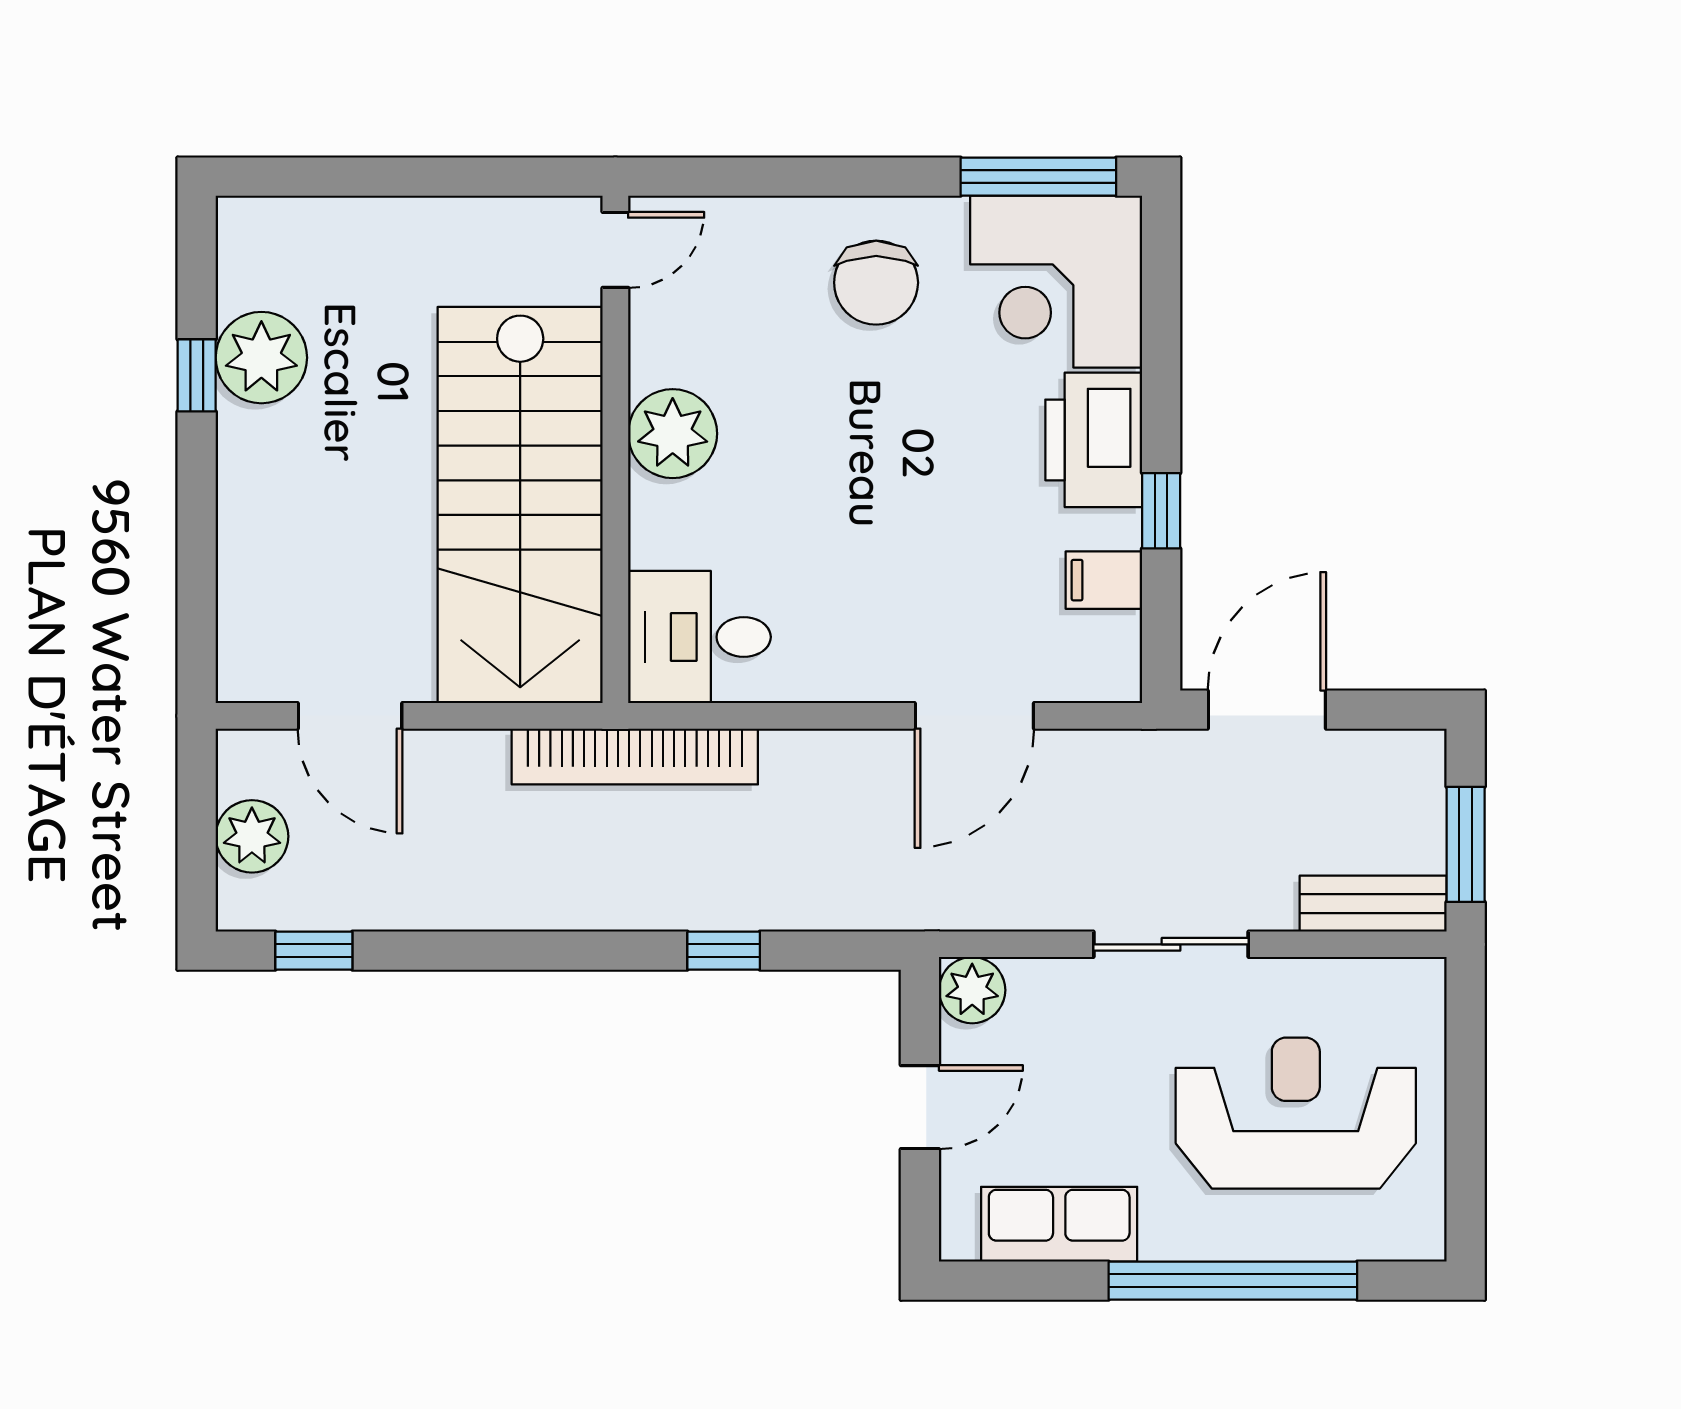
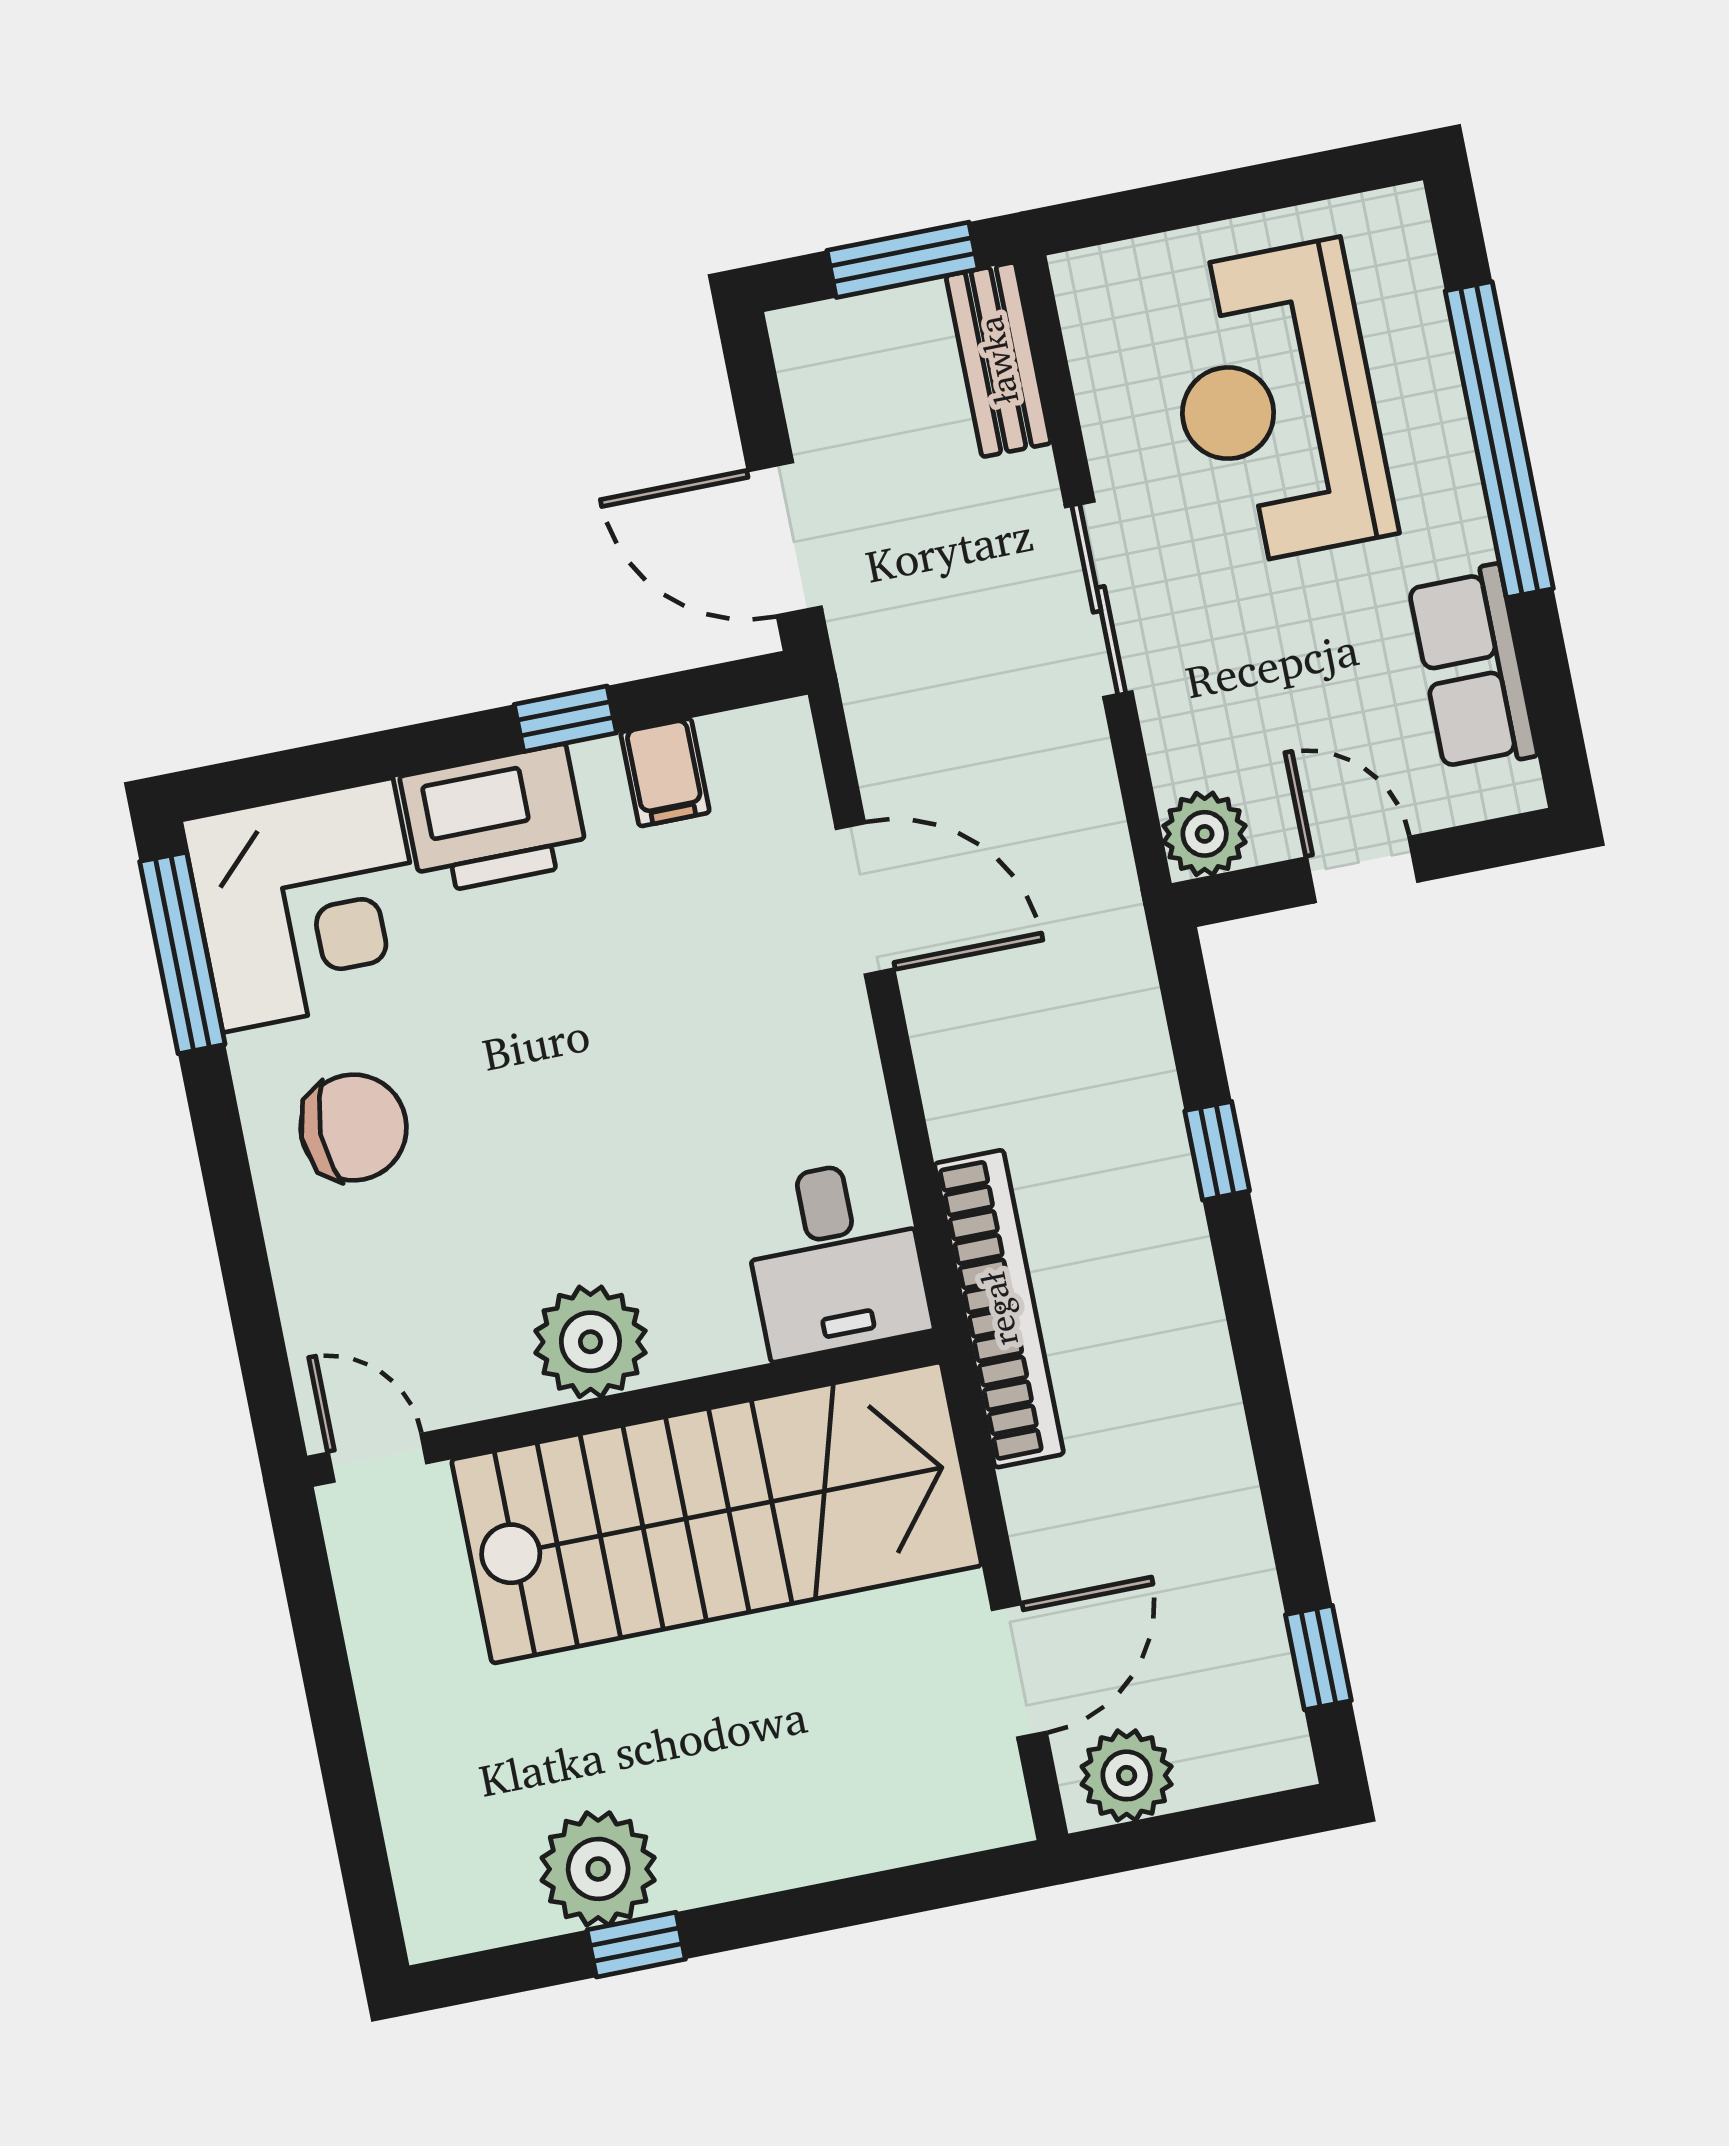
plant: (252, 836) -> (1127, 1775), moved

